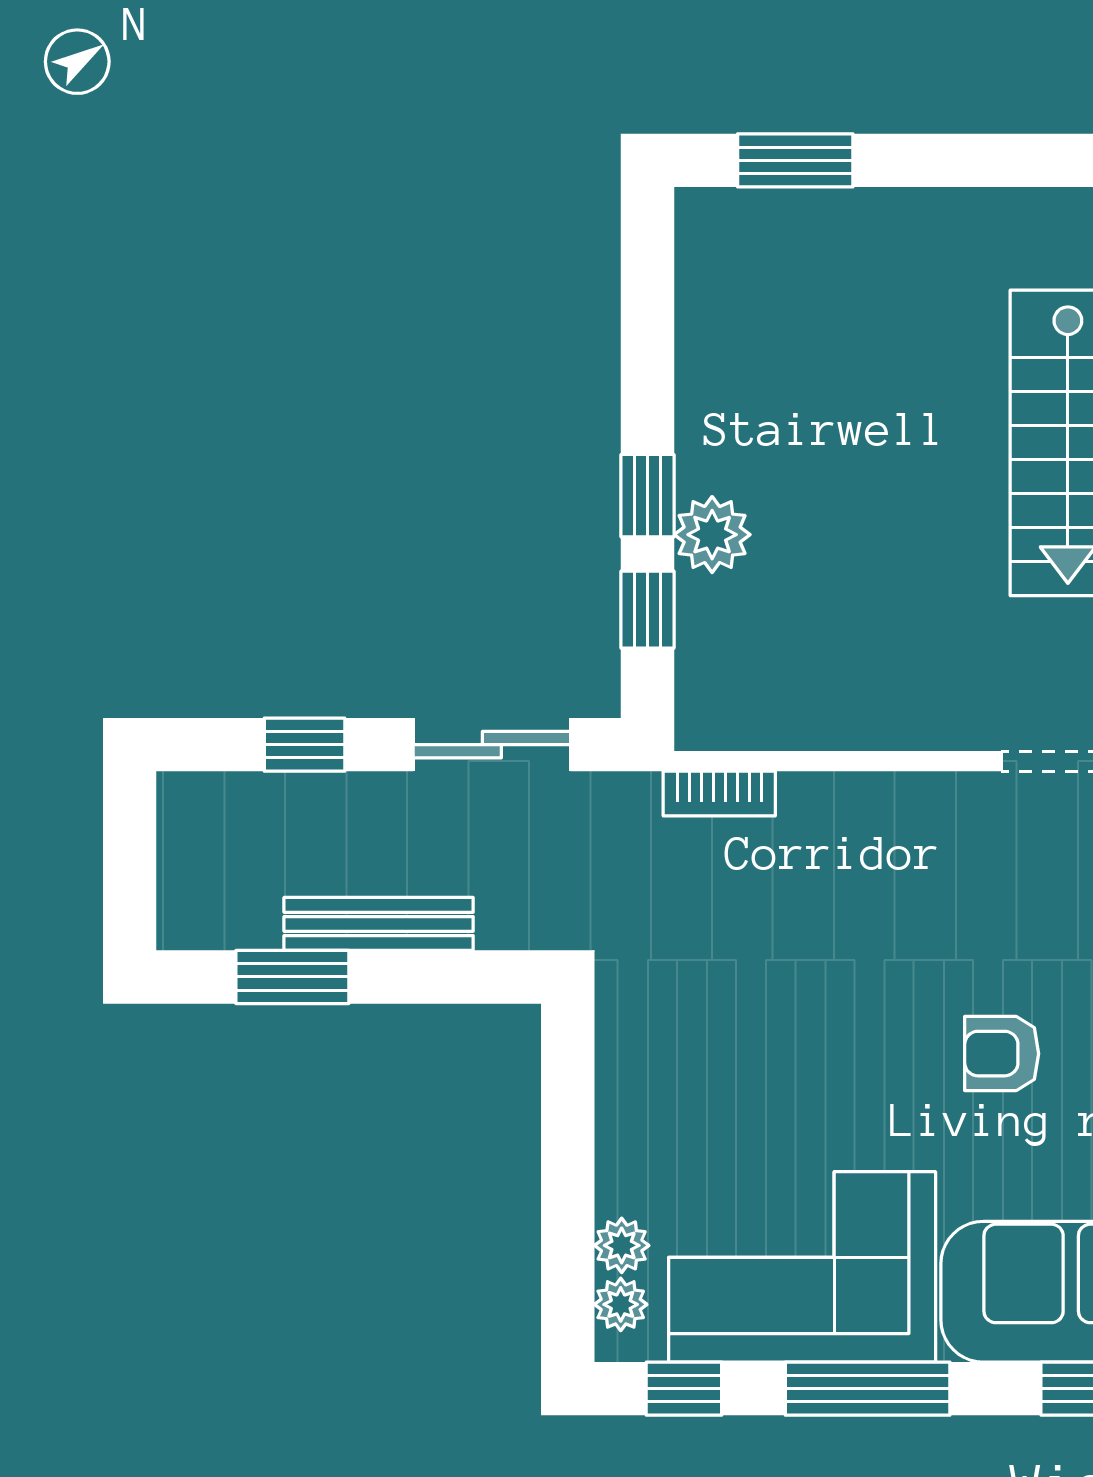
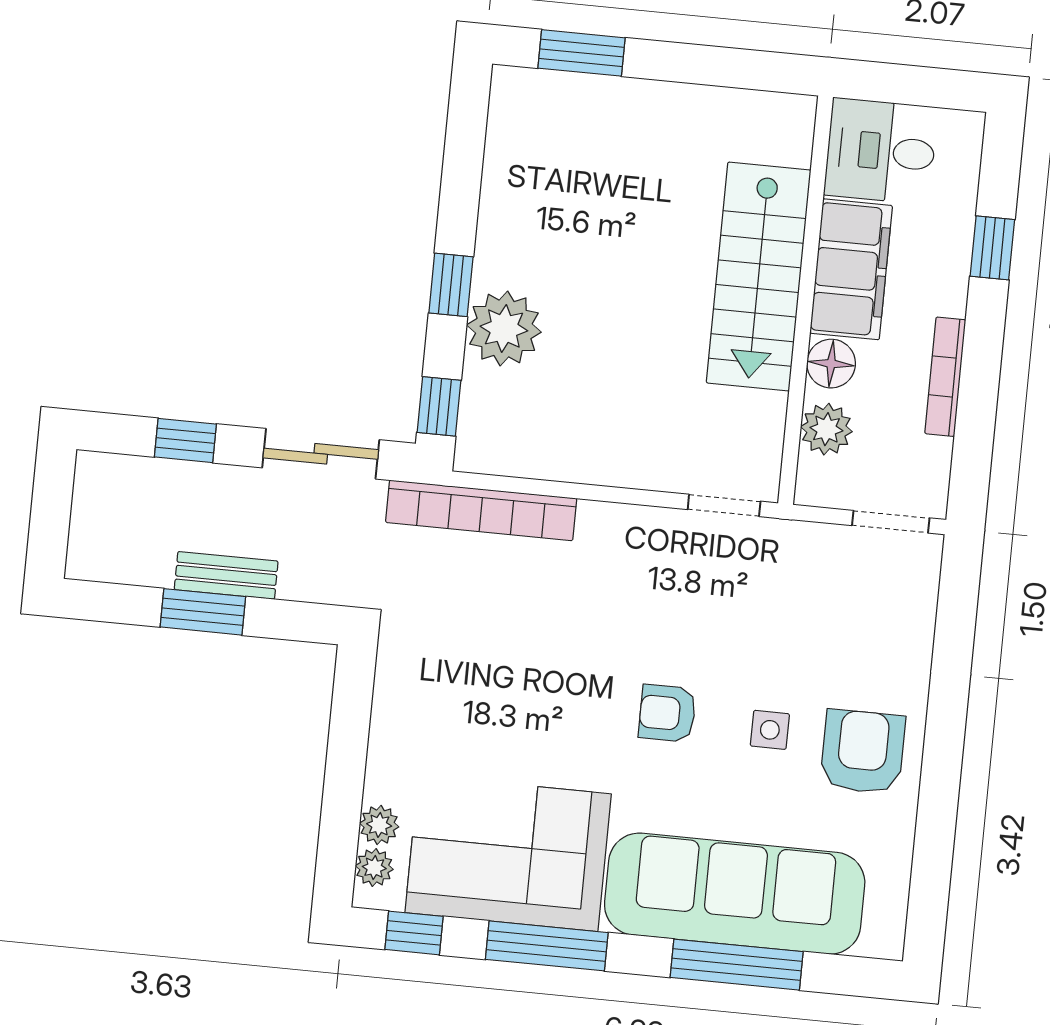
plant: (712, 535) -> (504, 329), width x1.36, depth x1.36
window: (647, 610) -> (439, 406), moved
bookcase: (719, 794) -> (481, 510), width x2.31, depth x1.31
bench: (379, 924) -> (226, 575), width x0.73
window: (292, 977) -> (203, 612), moved

